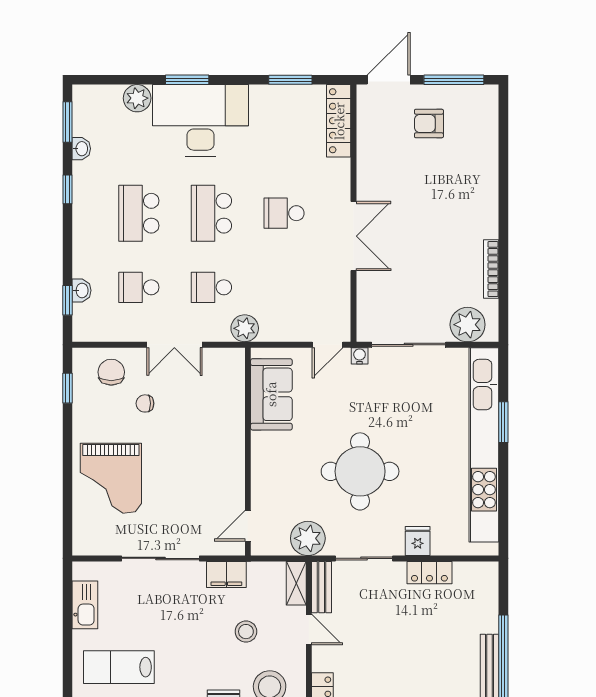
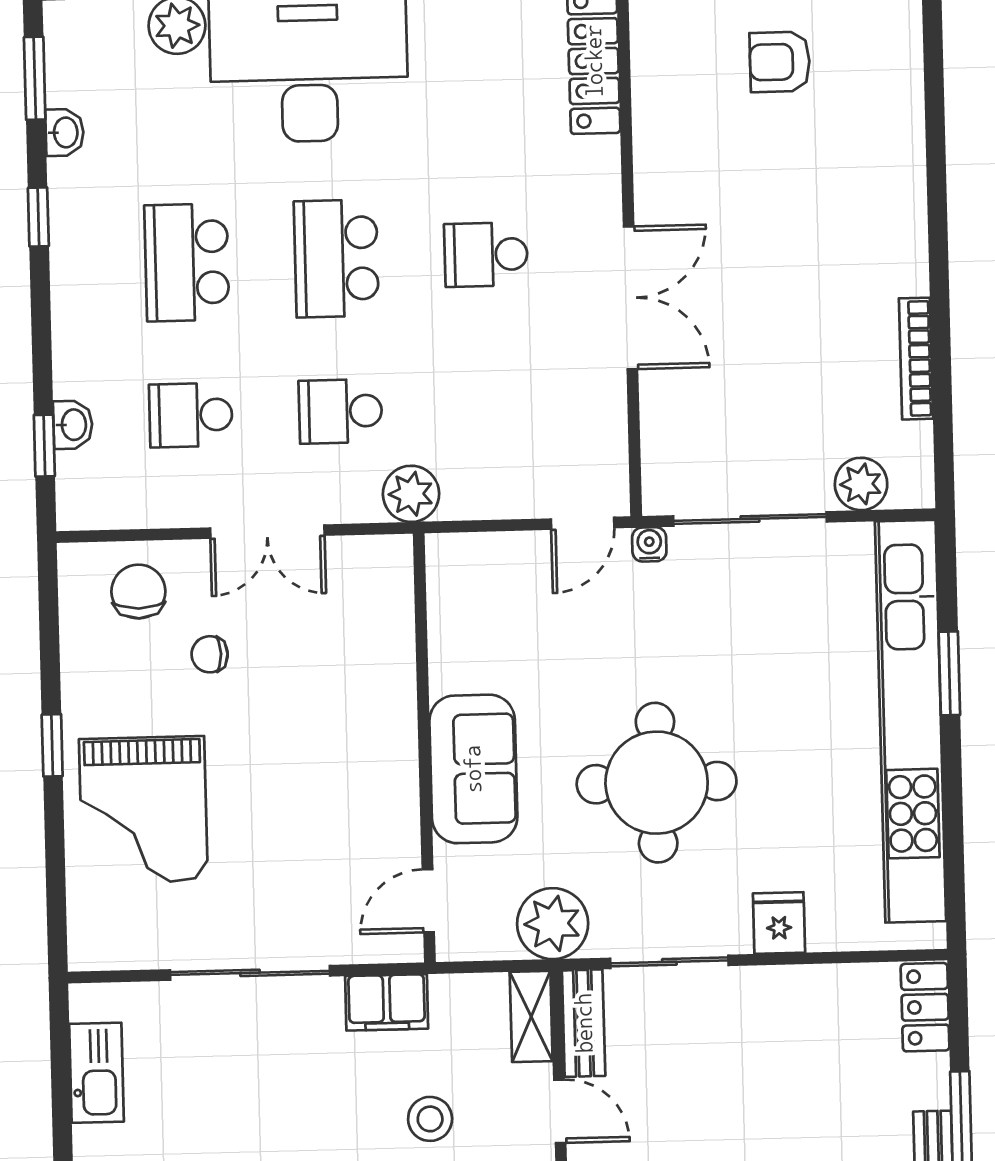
plant: (468, 325) -> (861, 484), width x0.73, depth x0.73
window: (67, 388) -> (52, 745), moved
sofa: (271, 394) -> (473, 769), moved
locker: (429, 573) -> (925, 1007), moved, turned 90

